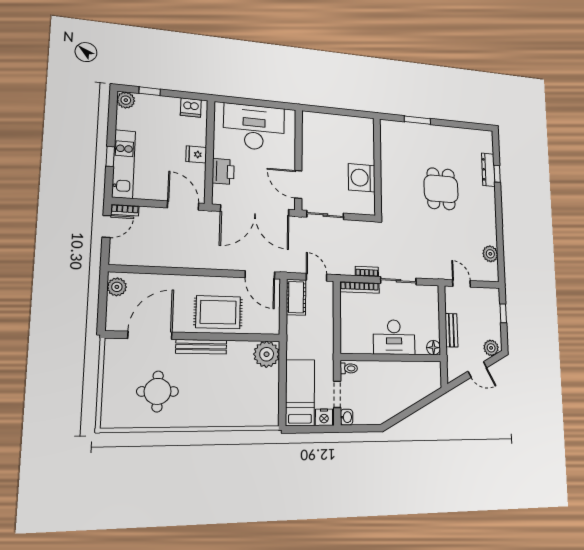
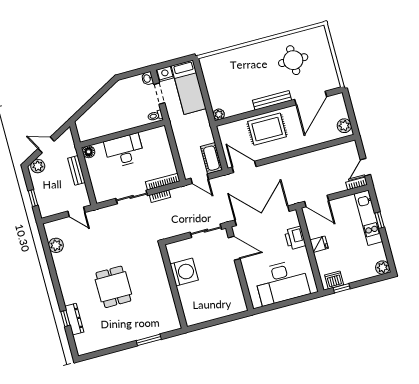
window: (150, 91) -> (342, 288), moved
plant: (267, 354) -> (219, 114), width x0.53, depth x0.53

